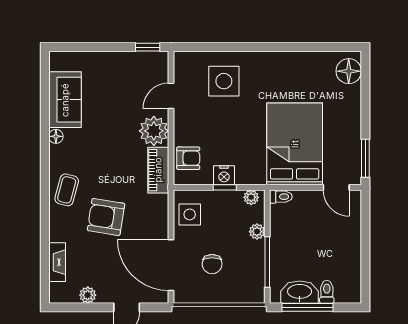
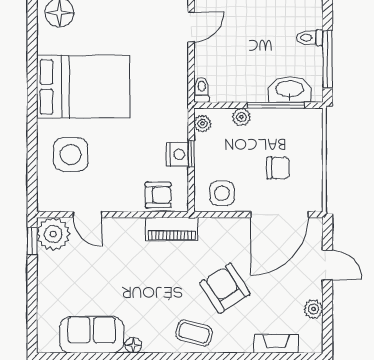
plant: (154, 131) -> (53, 234), moved
bed: (295, 144) -> (83, 87), moved, turned 180
armchair: (188, 158) -> (158, 195), turned 90
armchair: (106, 217) -> (225, 288), turned 138
washbasin: (300, 292) -> (290, 90), moved, turned 90

